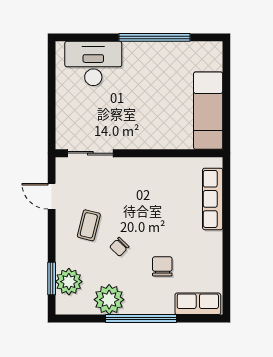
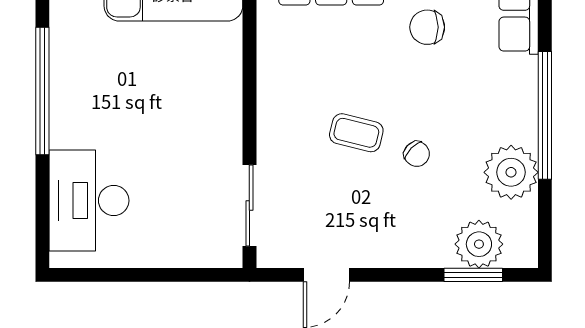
coffee table: (89, 225) -> (356, 133), moved
chair: (162, 266) -> (427, 27), moved

